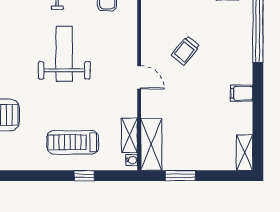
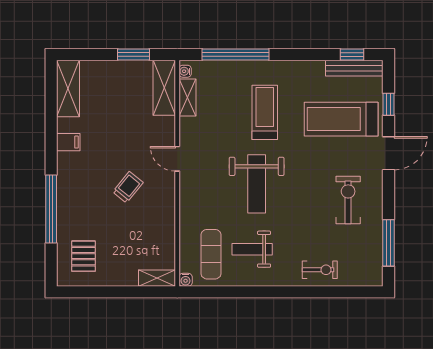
treadmill: (73, 142) -> (265, 112), moved, turned -90
shelving: (245, 153) -> (68, 89), width x1.50, depth x1.33
window: (84, 176) -> (236, 55), width x3.17

